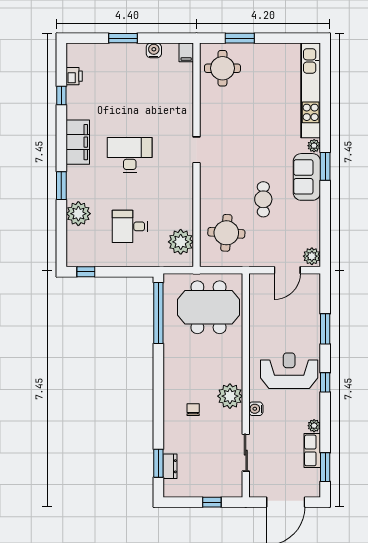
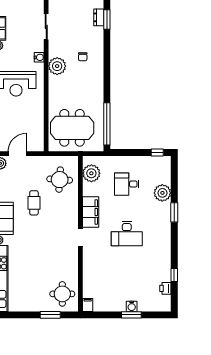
water cooler: (154, 50) -> (132, 306), moved
filing cabinet: (78, 142) -> (91, 212), moved, turned 180
desk: (130, 226) -> (127, 184), turned 180

